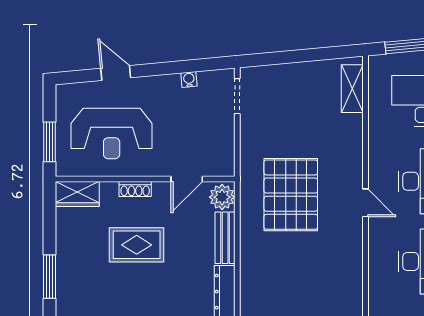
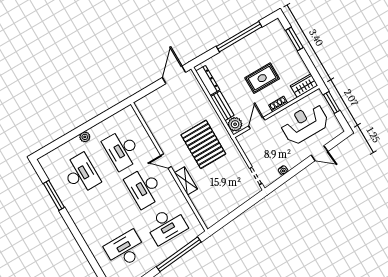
shelving: (352, 89) -> (186, 181), moved

